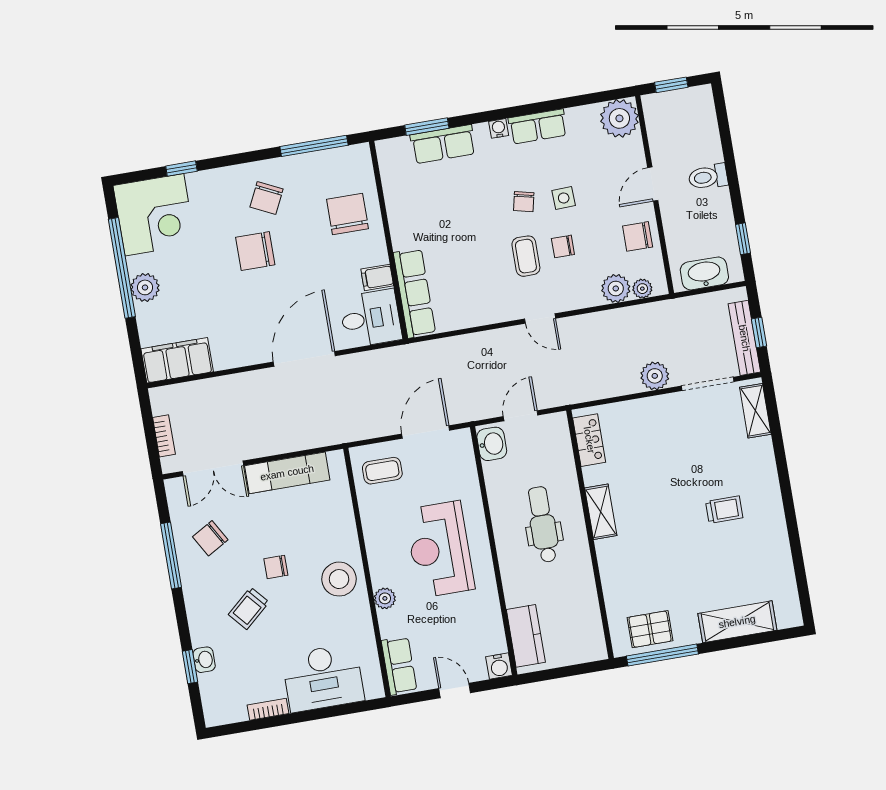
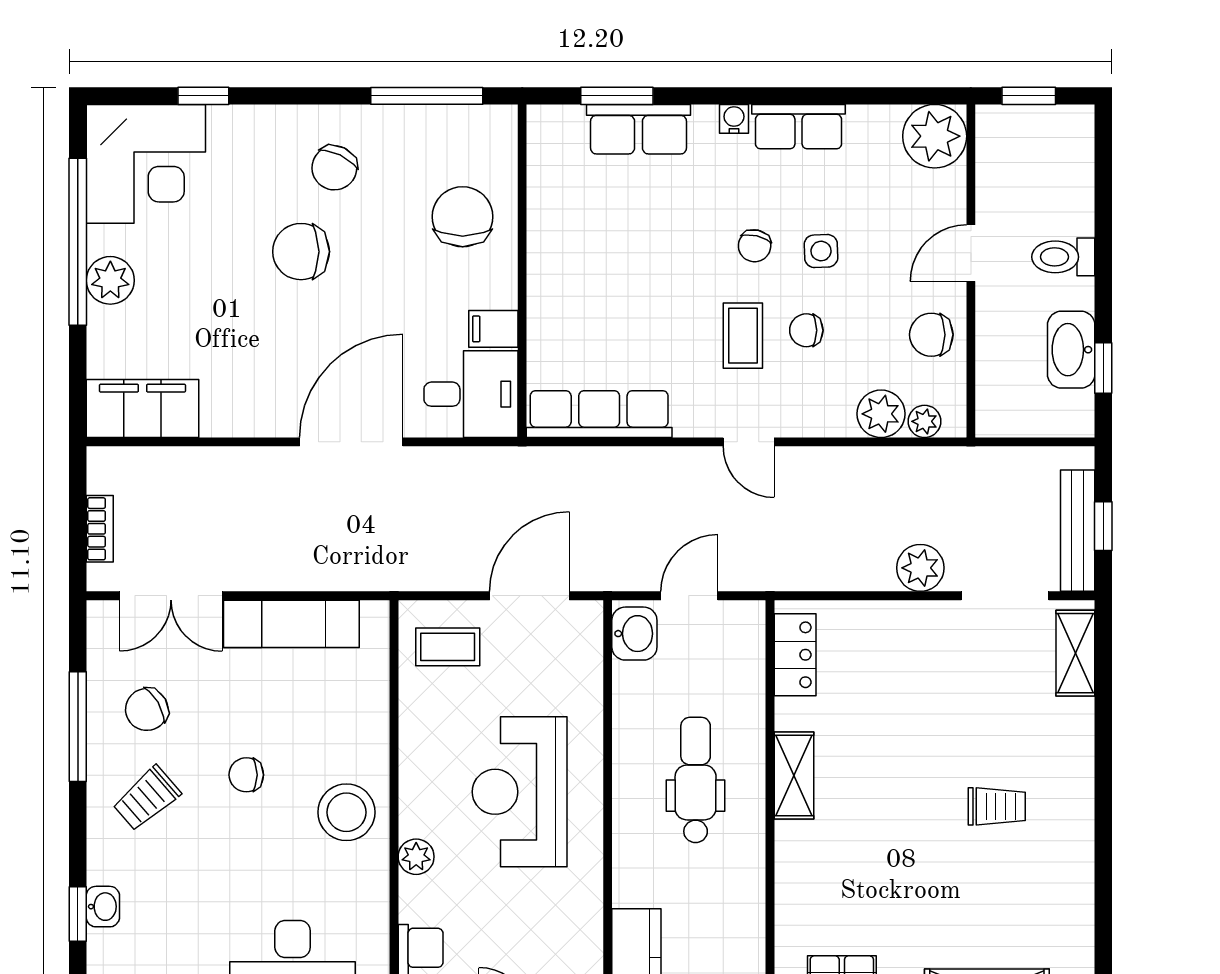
washbasin: (704, 273) -> (1071, 350), moved, turned -90
row of seats: (414, 293) -> (599, 414), moved, turned -90
trolley: (249, 608) -> (147, 798), moved

